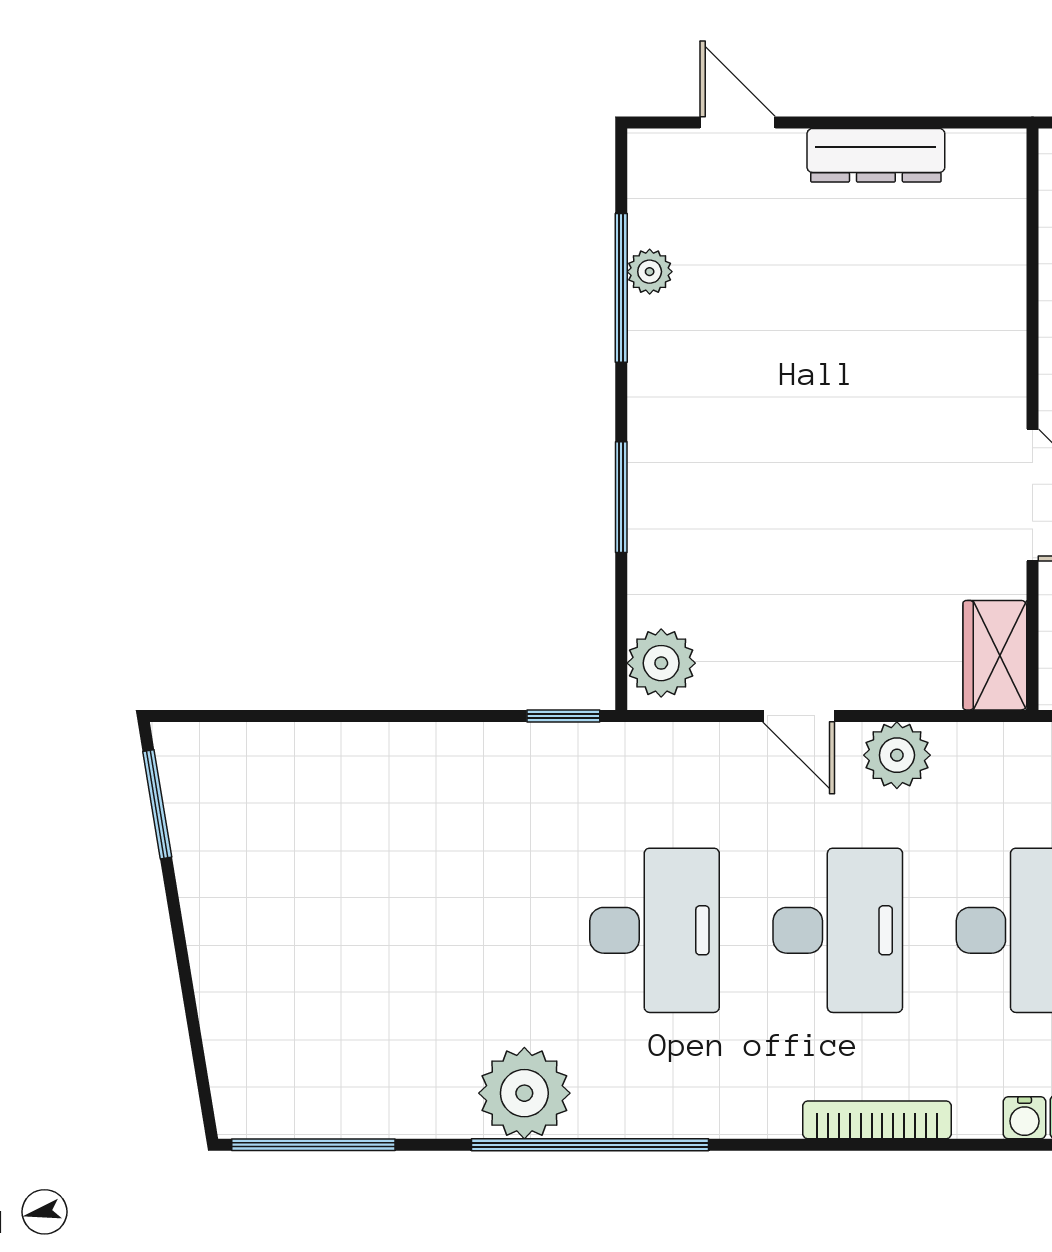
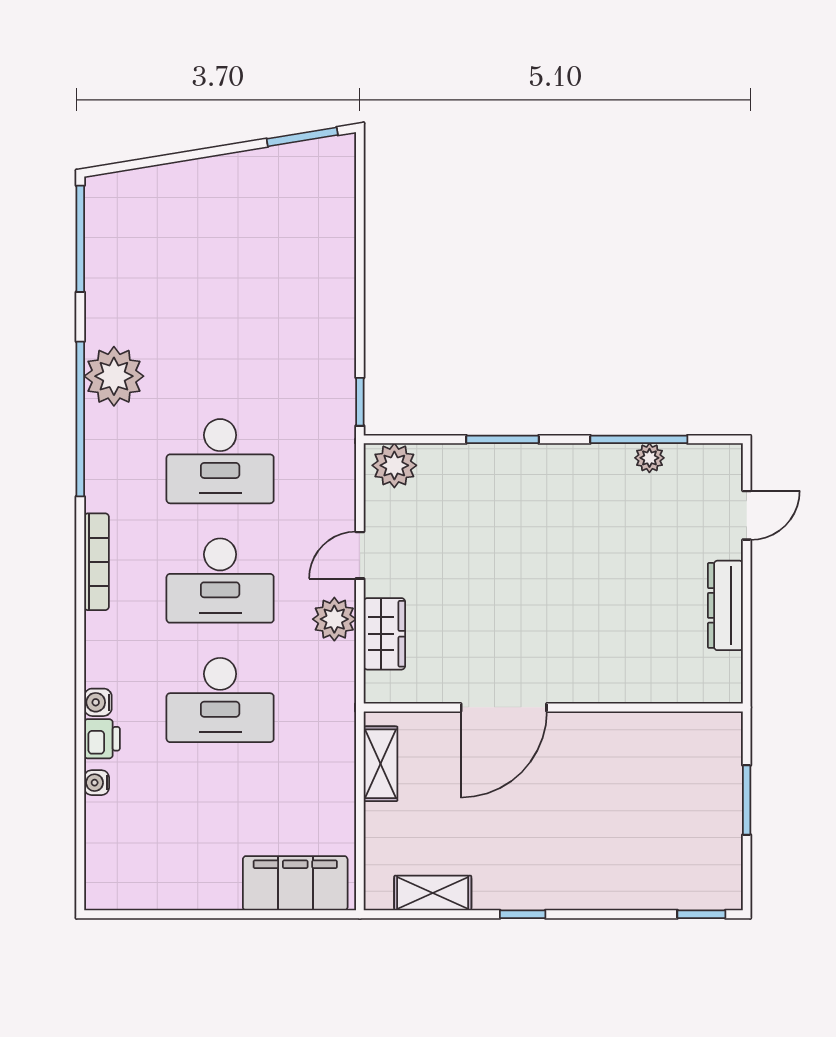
wardrobe: (995, 655) -> (384, 634), moved, turned 90
bookcase: (877, 1120) -> (97, 562), moved

